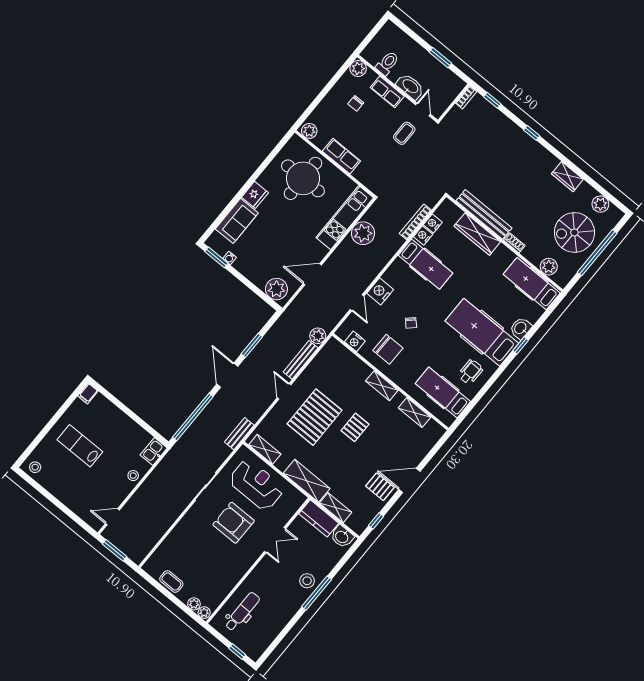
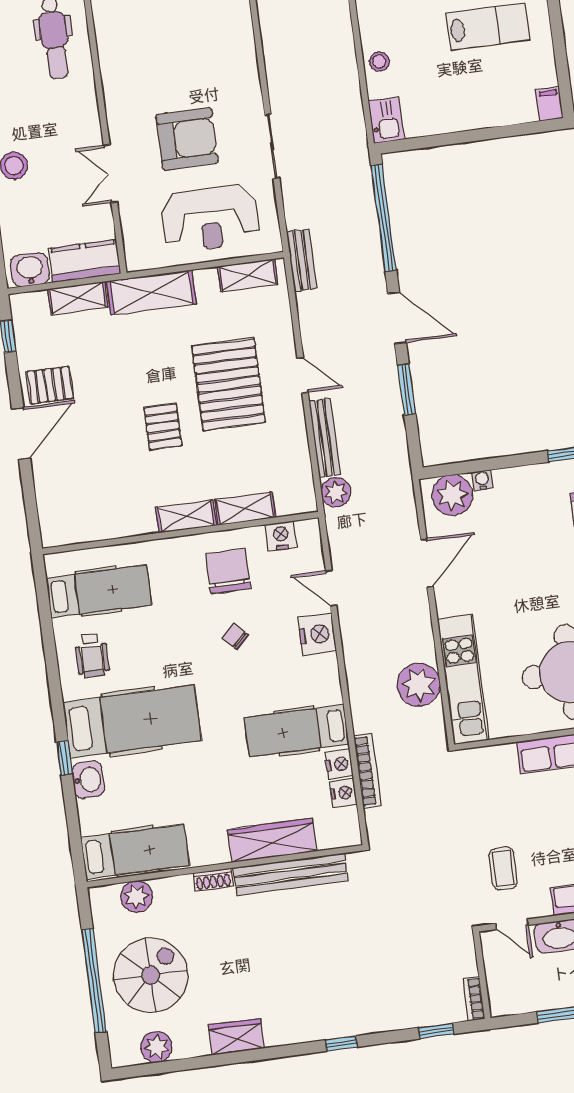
water cooler: (230, 258) -> (482, 480), moved
chair: (388, 349) -> (228, 571), turned 90
shelving: (414, 413) -> (245, 509), moved

